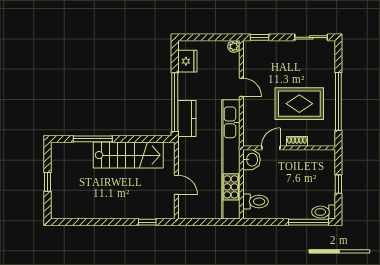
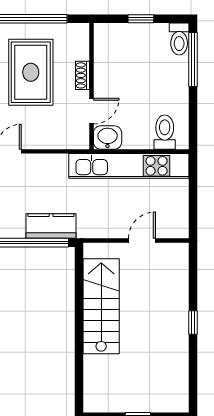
window: (93, 139) -> (79, 355), removed
door: (271, 148) -> (91, 111), swing flipped
kitchen unit: (231, 159) -> (129, 166), width x0.73
window: (147, 222) -> (193, 323), moved

